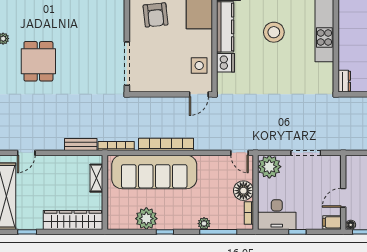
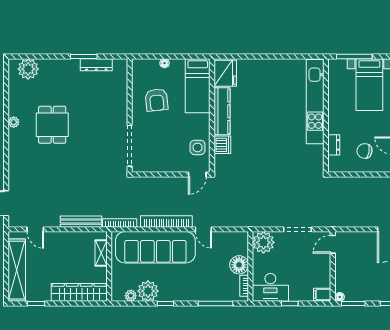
stool: (274, 32) -> (268, 116), removed
dining table: (38, 61) -> (52, 125), moved
dresser: (344, 81) -> (334, 145), moved
bench: (81, 145) -> (81, 222), width x1.36
door: (26, 153) -> (35, 229), hinge flipped
door: (240, 153) -> (203, 229), moved
door: (343, 198) -> (333, 244), moved
plant: (204, 224) -> (131, 296), moved

